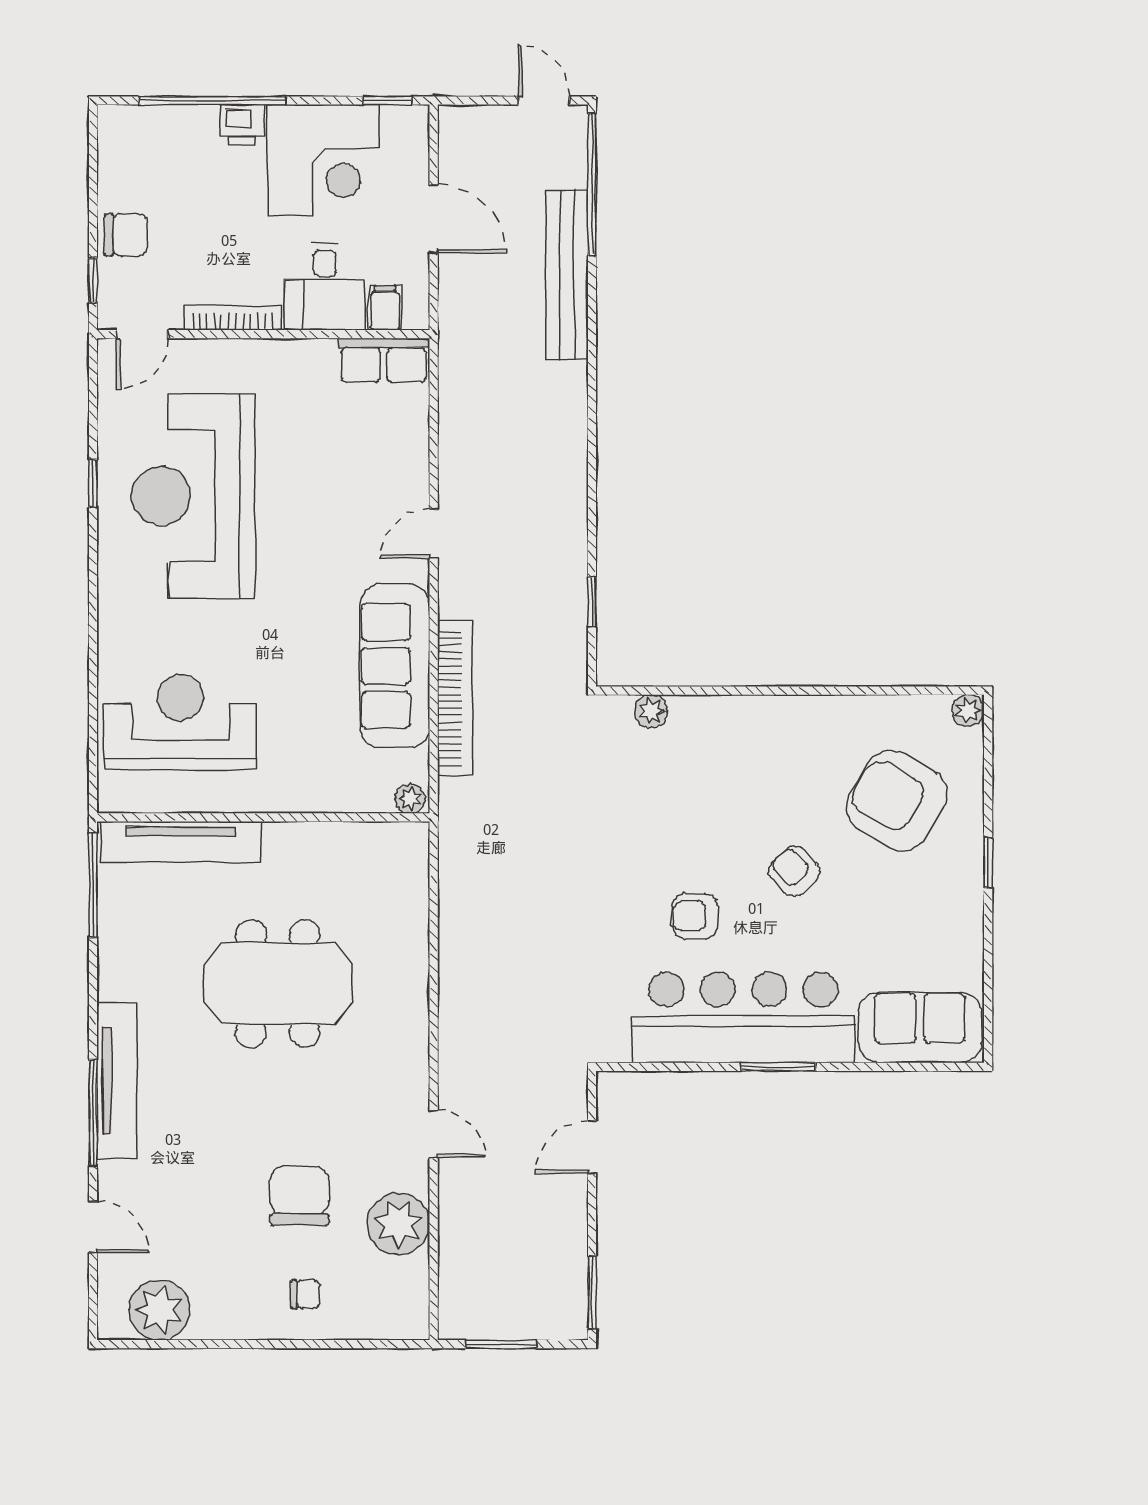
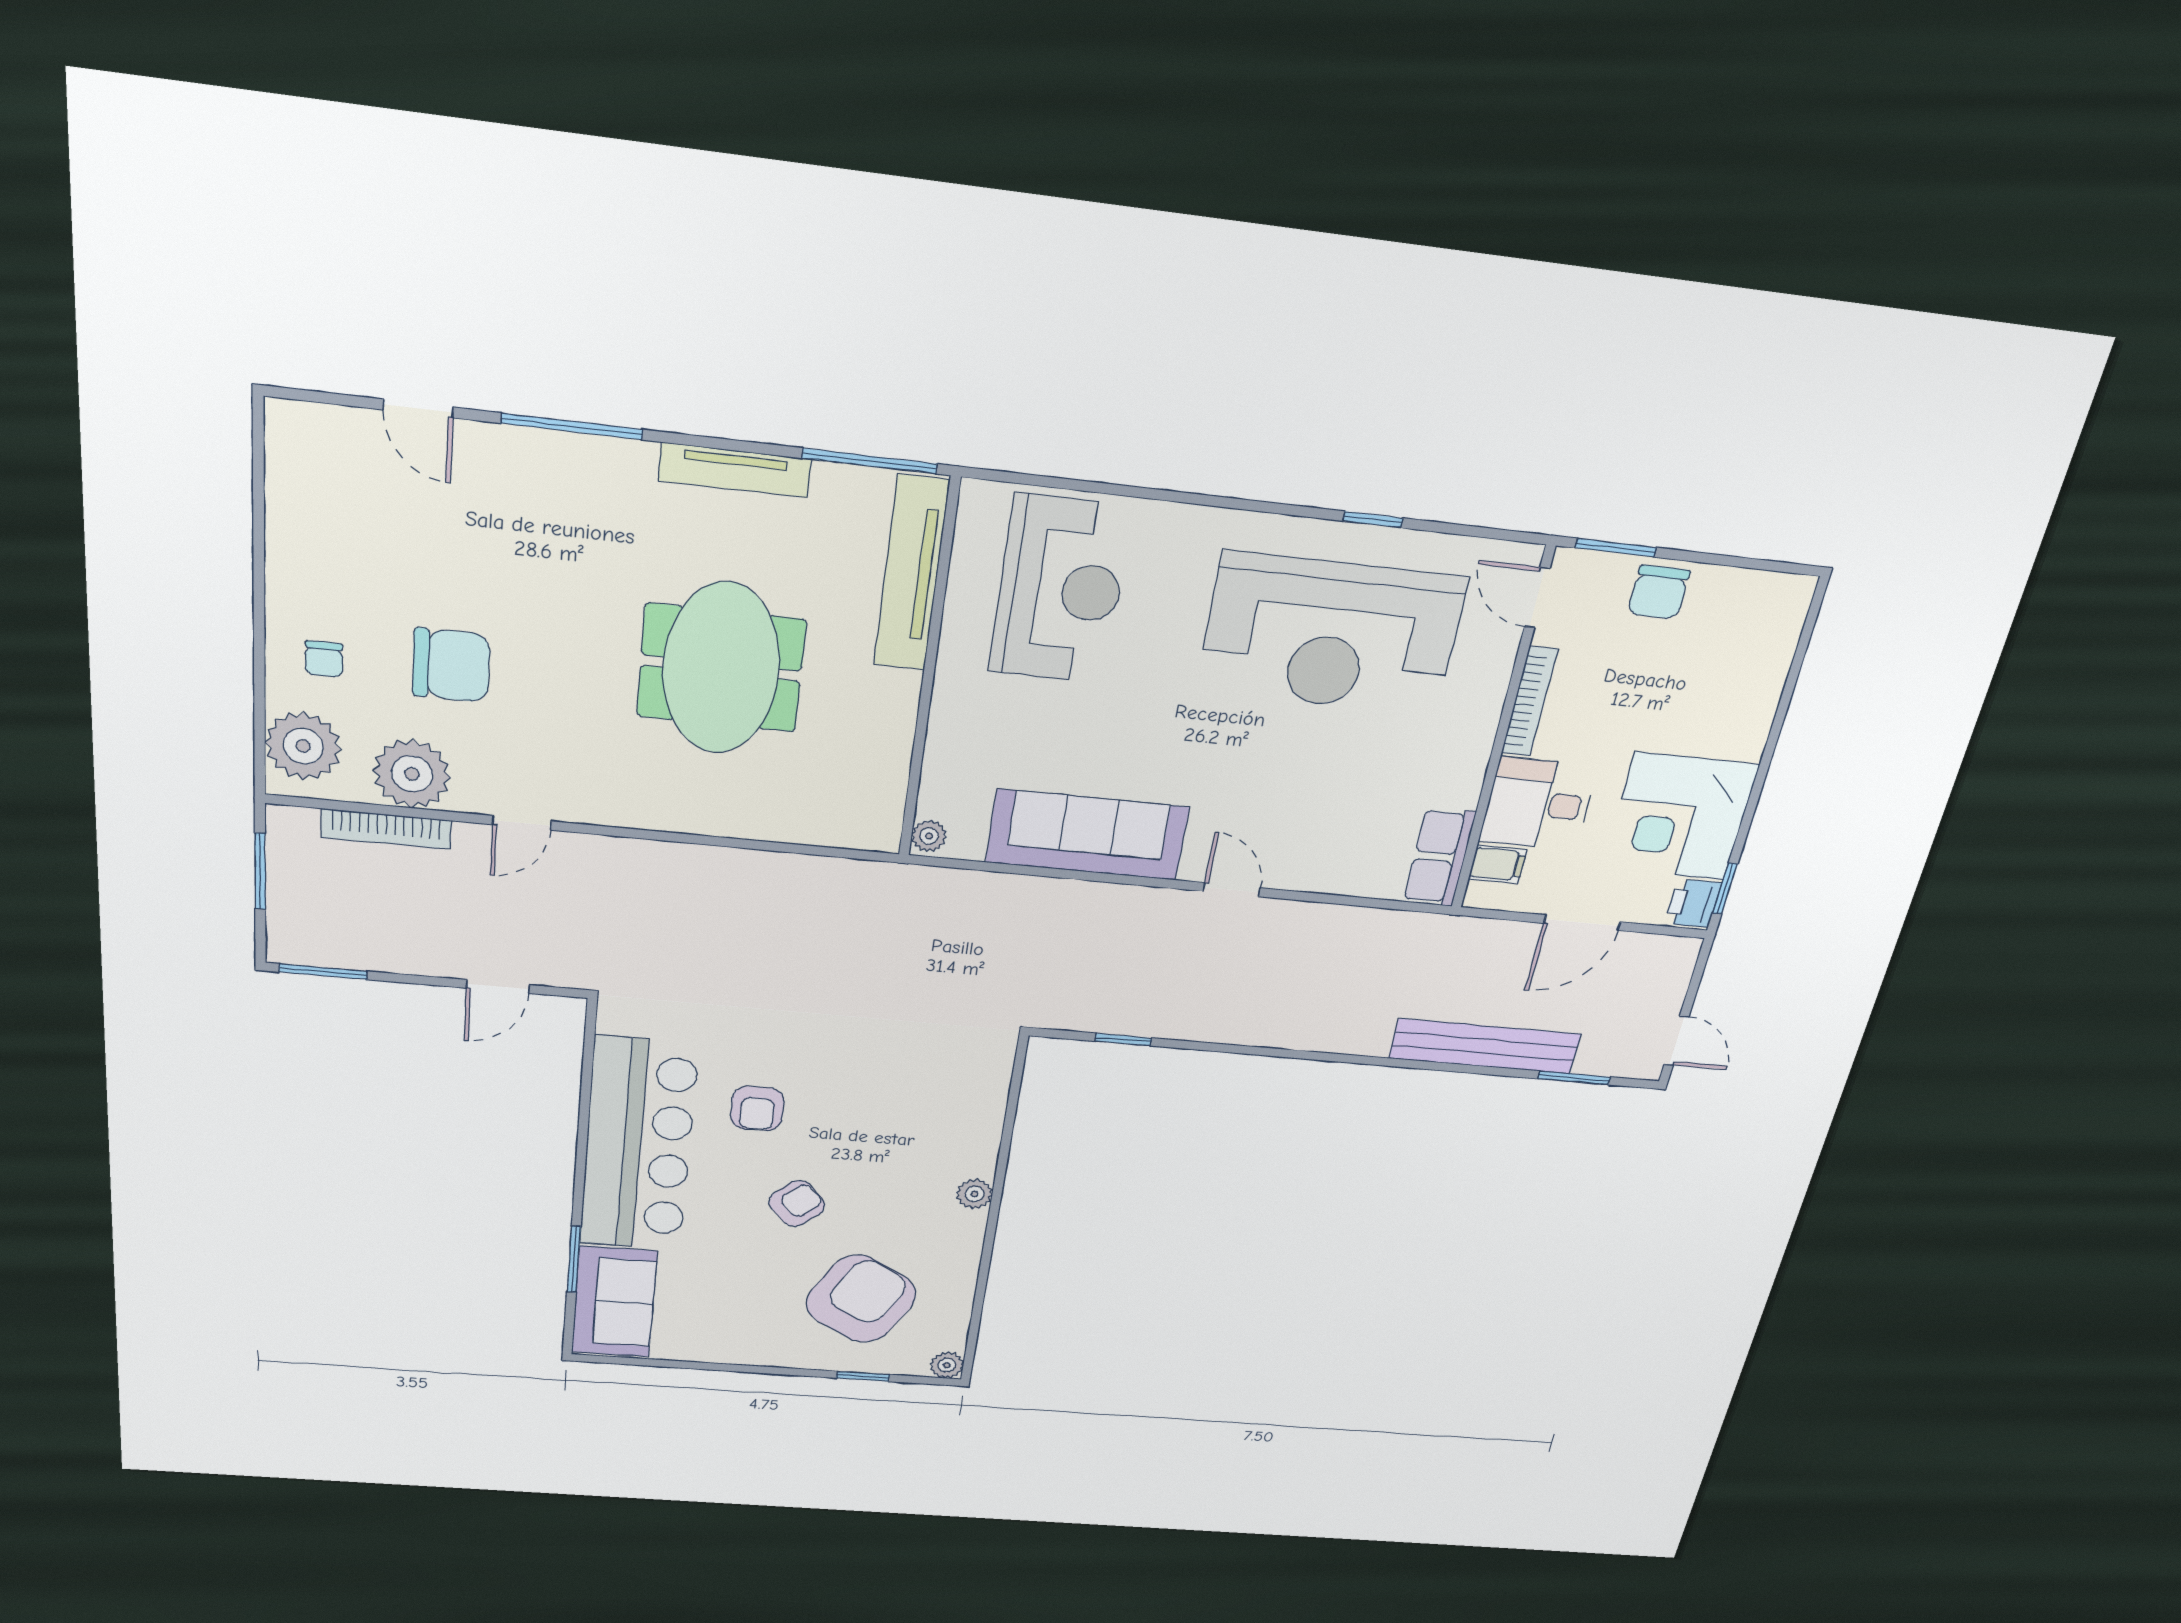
window: (213, 101) -> (1783, 706), removed
door: (544, 101) -> (1676, 1041), hinge flipped
printer: (242, 125) -> (1693, 903), moved
window: (592, 184) -> (1574, 1078), width x0.47
window: (93, 281) -> (1616, 548), width x1.50
reception desk: (193, 496) -> (1331, 634), turned 180
bookcase: (455, 698) -> (386, 829), moved, width x0.68, depth x0.76
plant: (651, 711) -> (974, 1194), moved
window: (988, 863) -> (863, 1376), moved
armchair: (695, 916) -> (757, 1108), turned 180
window: (778, 1067) -> (574, 1259), moved
tv unit: (117, 1081) -> (735, 470), moved, width x0.73, depth x0.78
door: (592, 1147) -> (498, 986), swing flipped
door: (93, 1227) -> (418, 409), hinge flipped
plant: (159, 1310) -> (303, 746), moved

